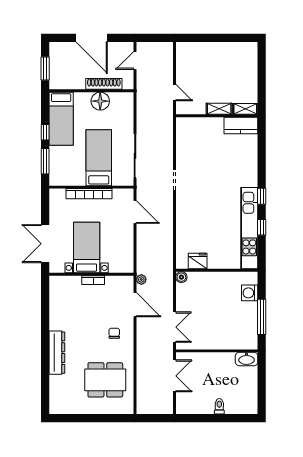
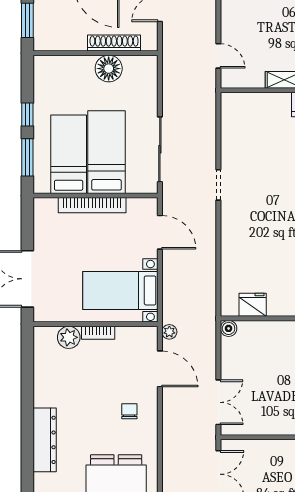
bed: (61, 119) -> (69, 154), moved, turned 180
bed with nightstands: (87, 247) -> (120, 290), moved, turned -90
plant: (73, 283) -> (69, 337), added

